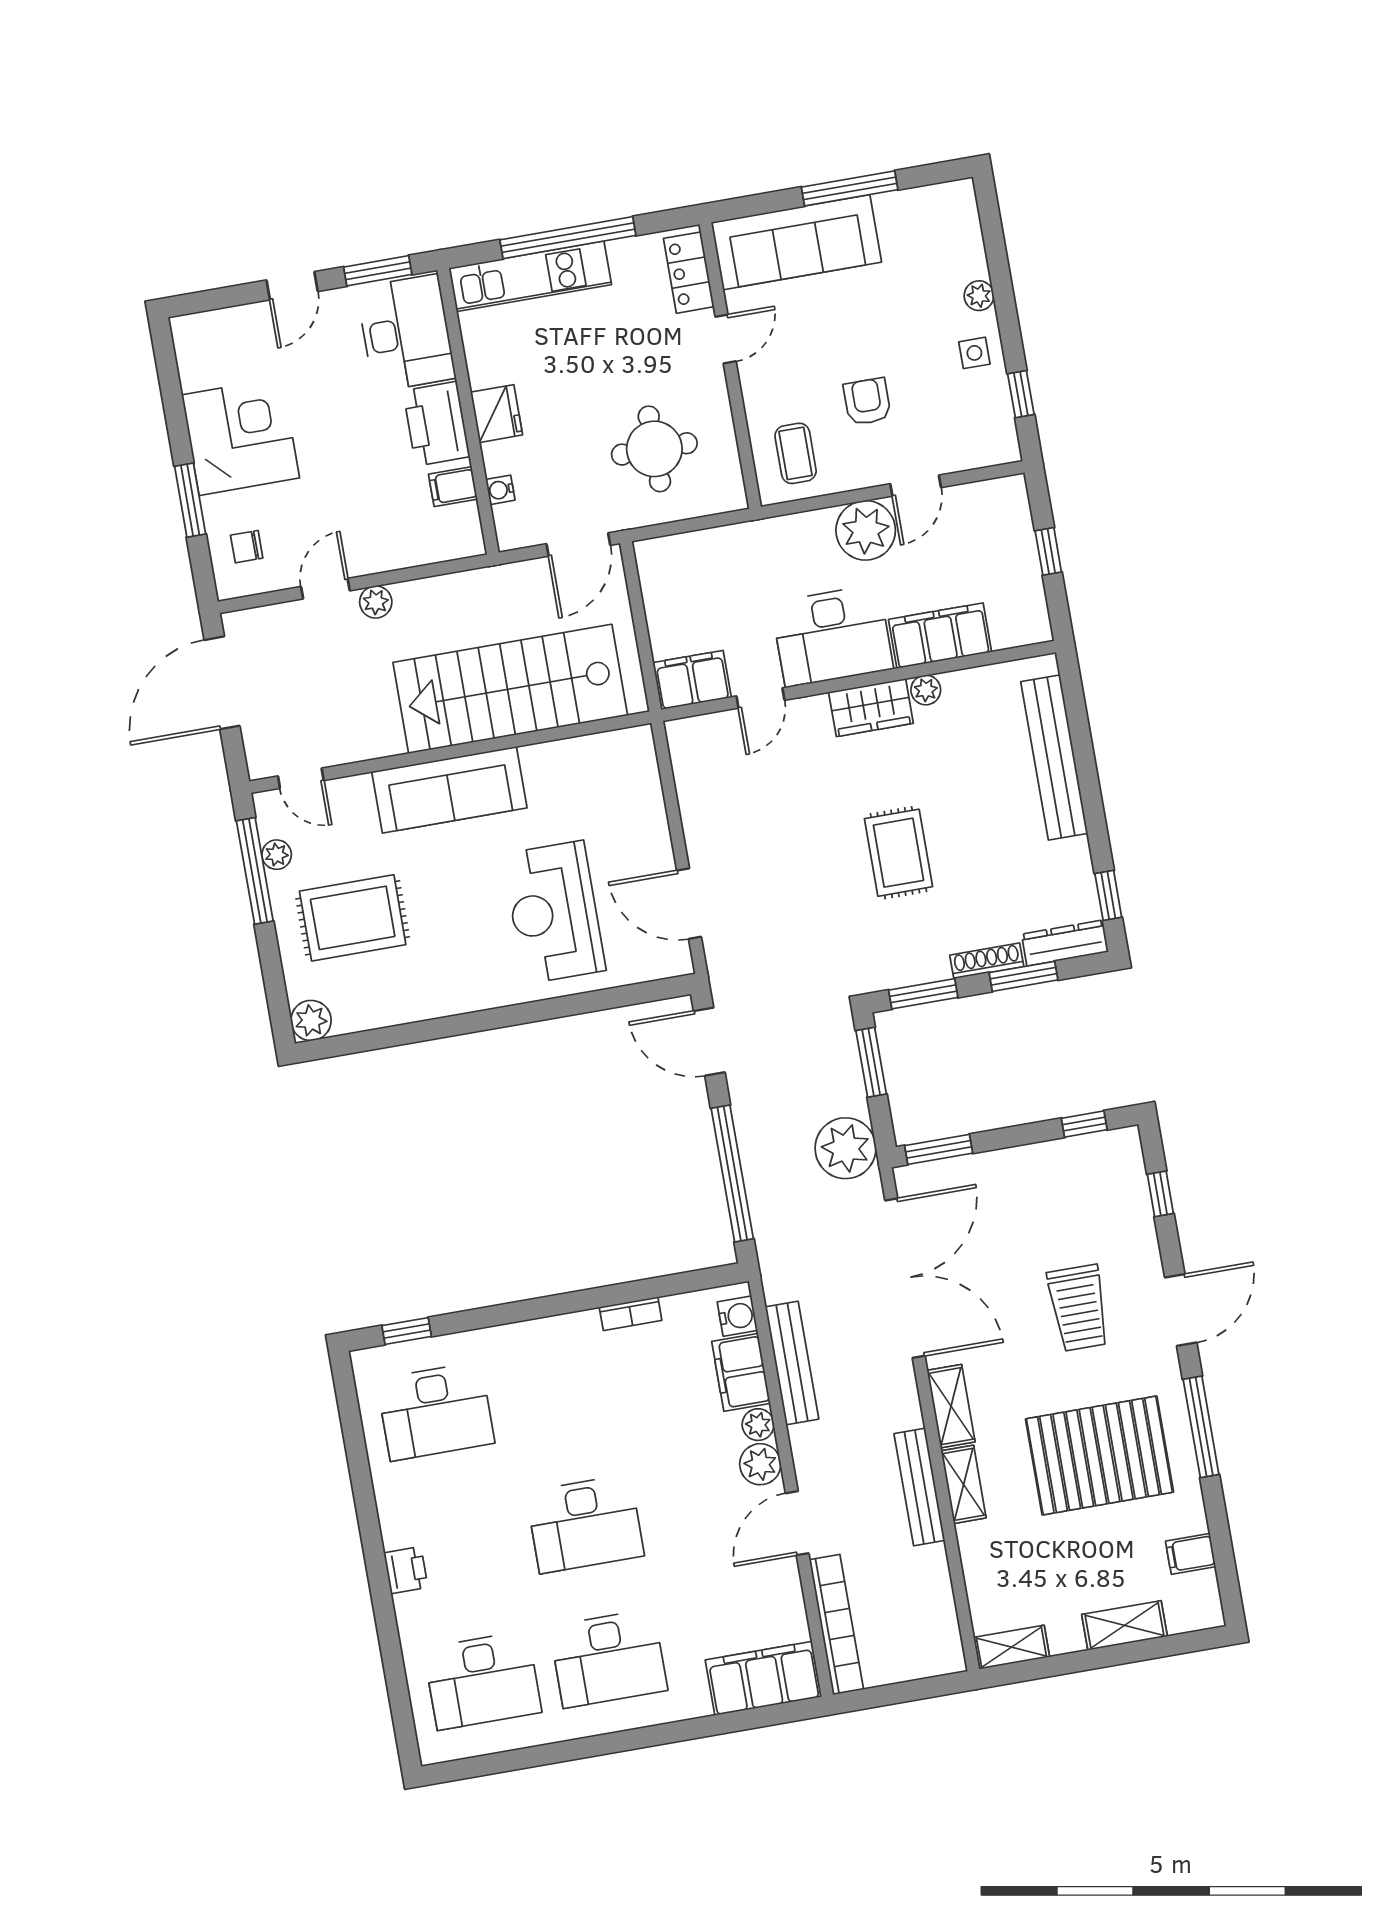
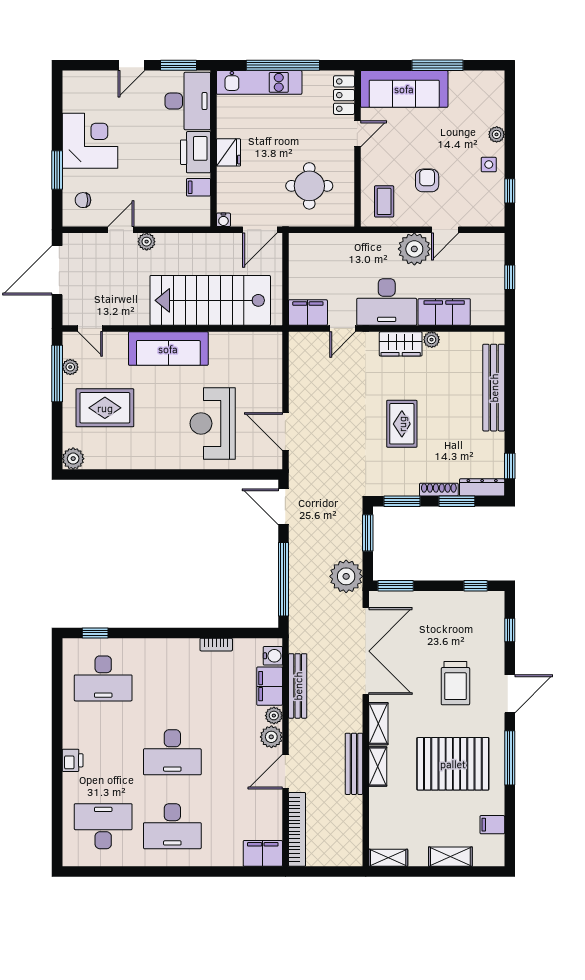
water cooler: (500, 490) -> (223, 220), moved, turned -90
filing cabinet: (763, 1678) -> (263, 853), width x0.67, depth x0.86
desk: (483, 1680) -> (103, 826), turned 180

